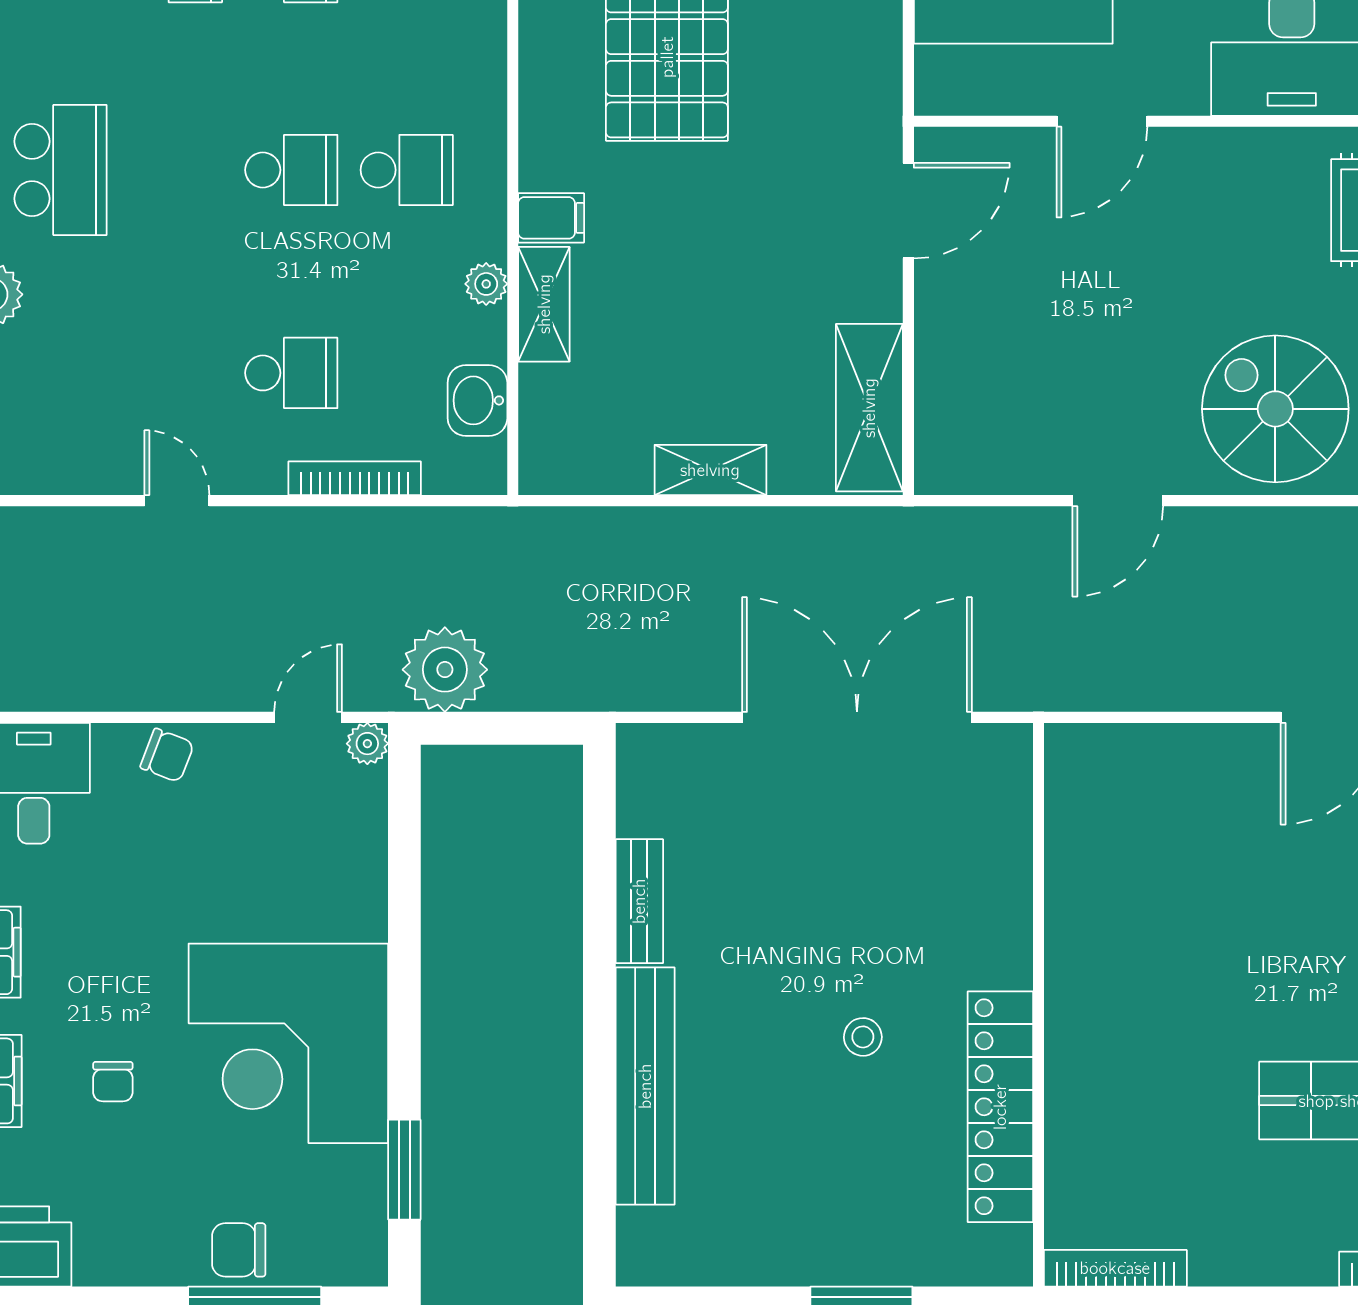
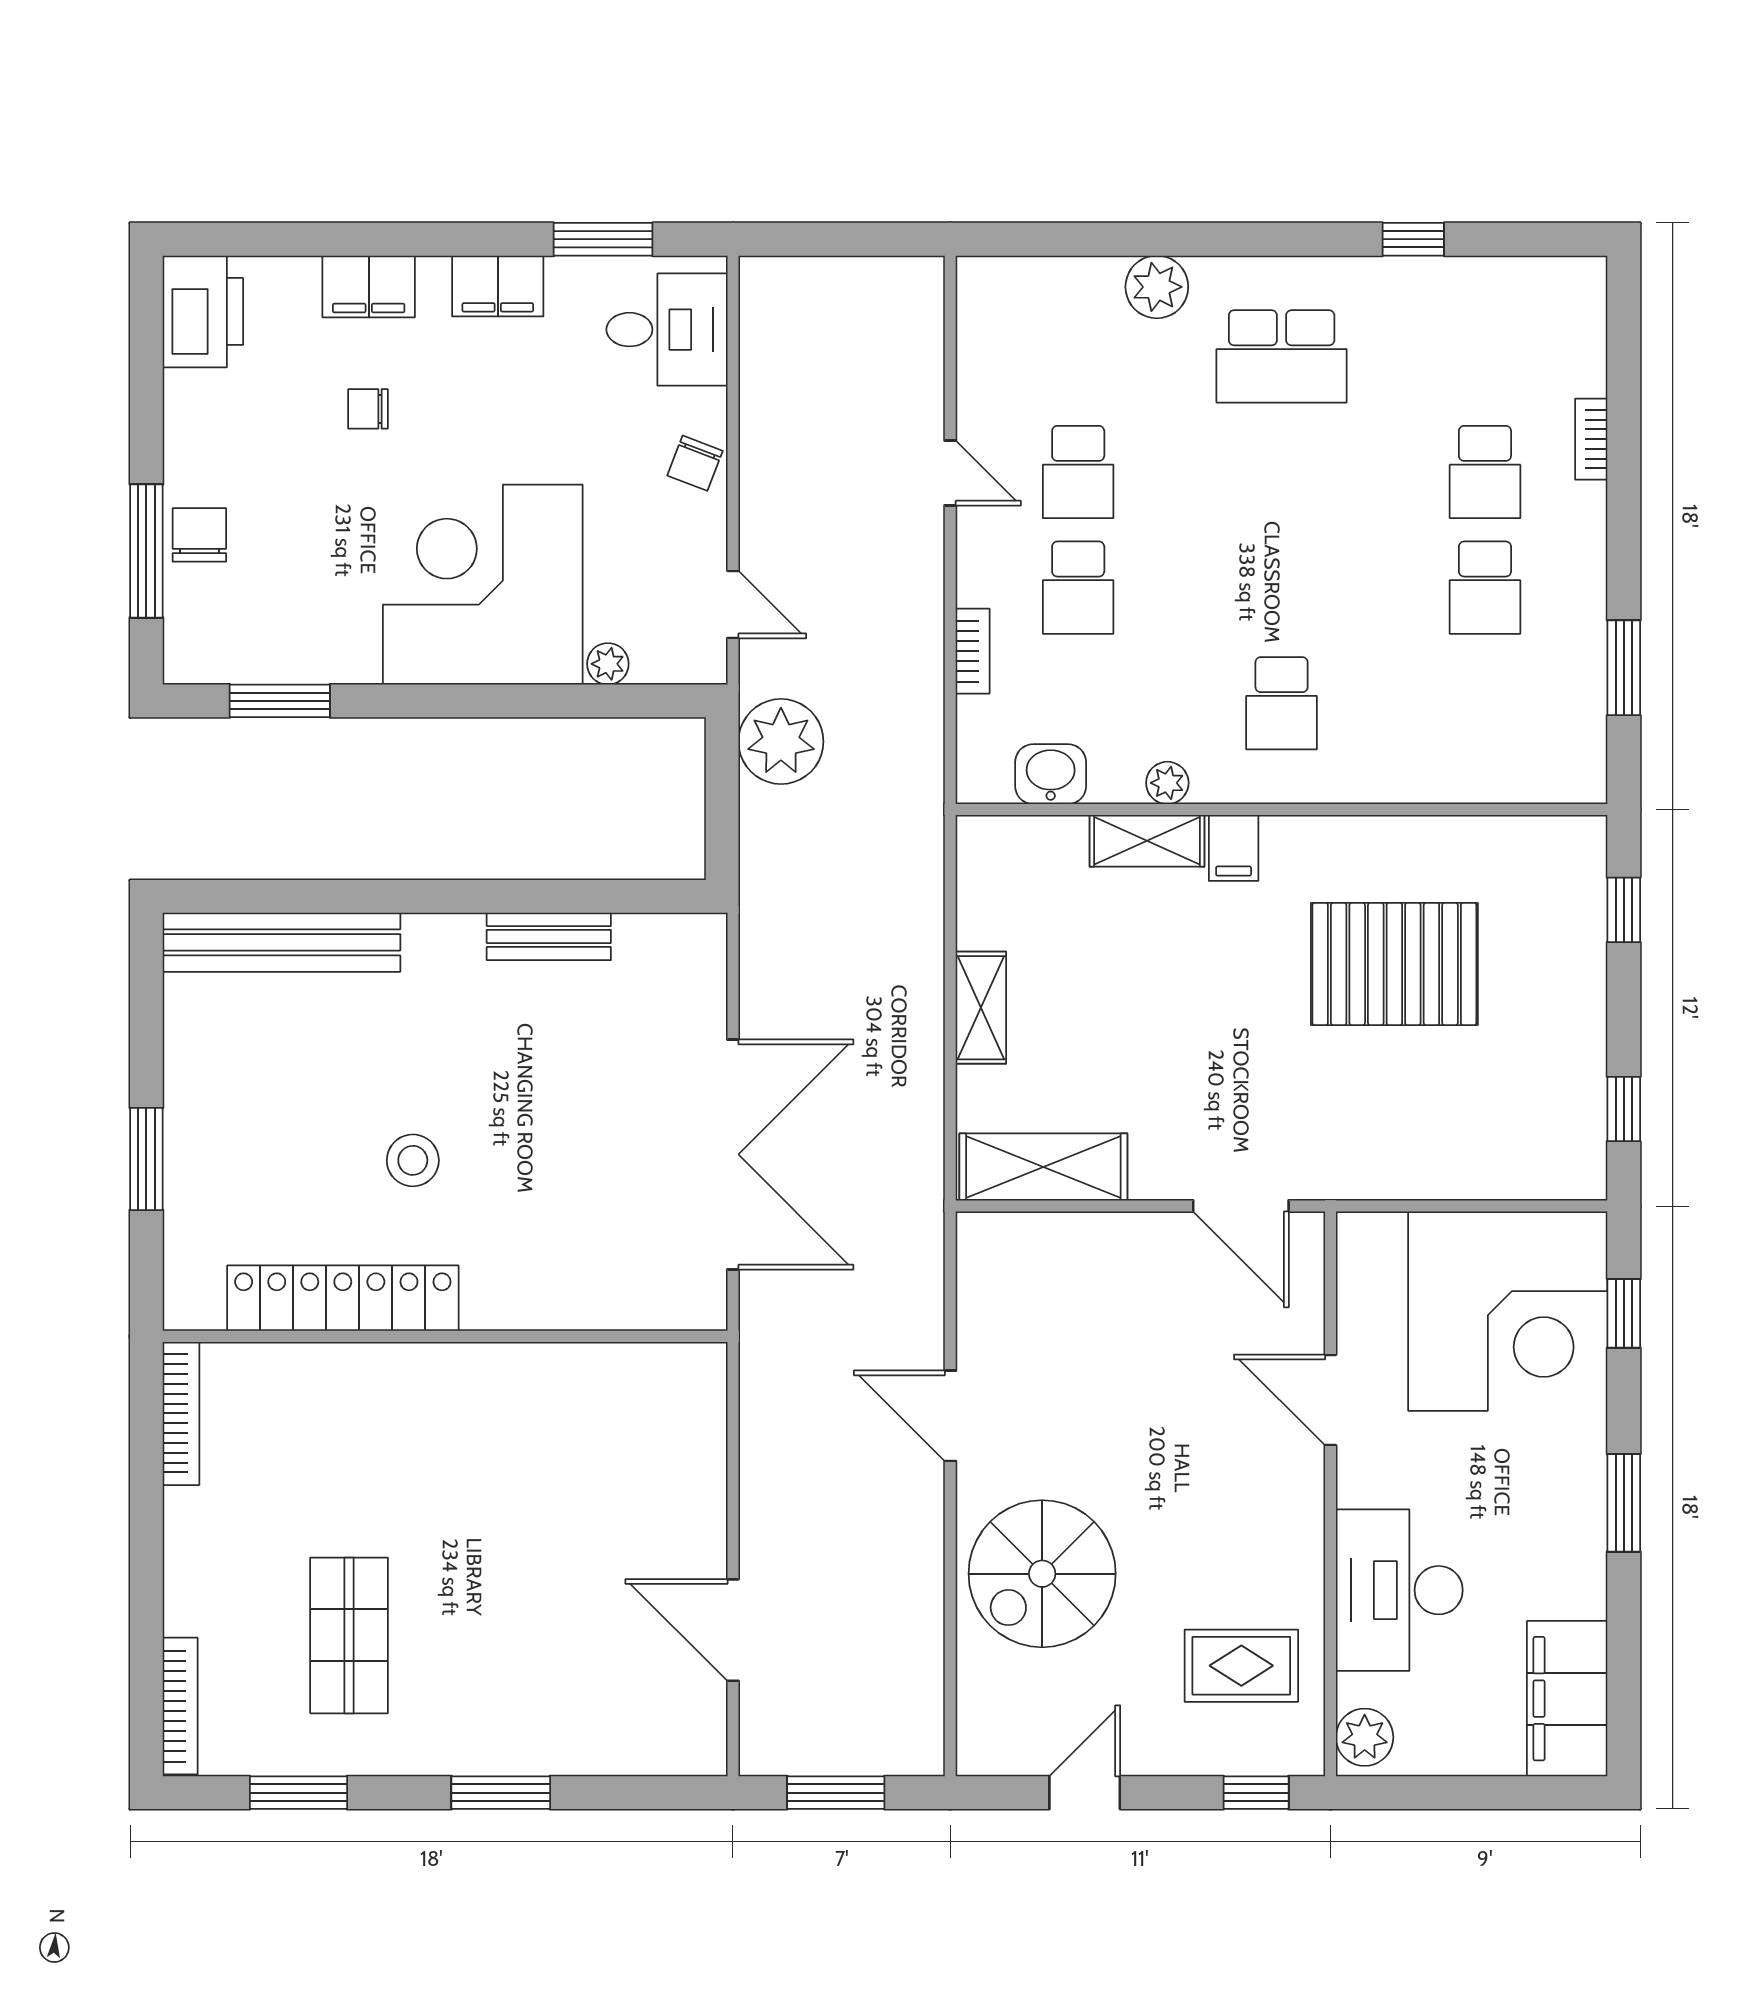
school desk: (291, 170) -> (1078, 472), moved
spiral stairs: (1275, 409) -> (1042, 1574), turned 180
bookcase: (355, 478) -> (973, 651), width x0.64
door: (177, 501) -> (950, 473), hinge flipped
plant: (367, 744) -> (608, 664), moved
stool: (863, 1037) -> (413, 1160), width x1.37, depth x1.37
corner desk: (288, 1043) -> (483, 585), moved
bench: (645, 1086) -> (281, 942), moved

